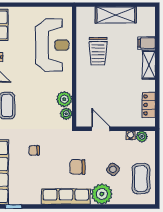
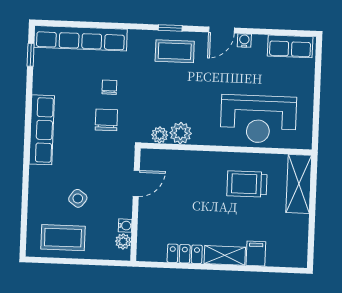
shelving: (116, 15) -> (299, 184), moved
locker: (149, 105) -> (185, 254), moved
chair: (77, 167) -> (106, 120), moved
plant: (102, 194) -> (43, 181), removed

